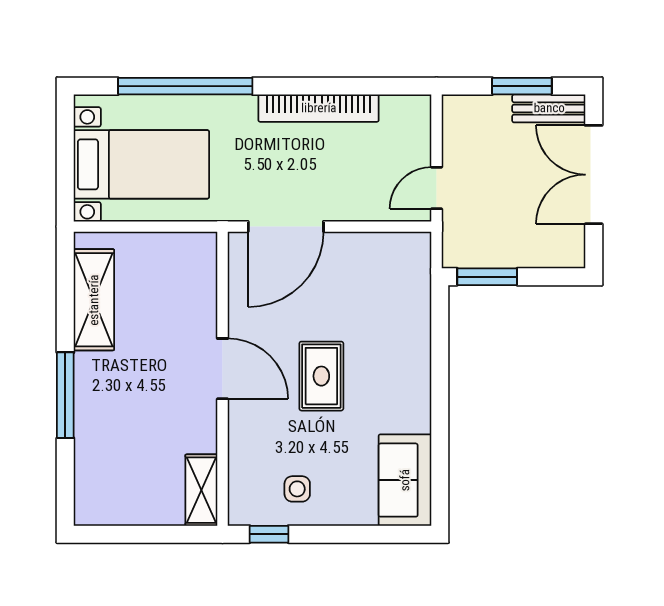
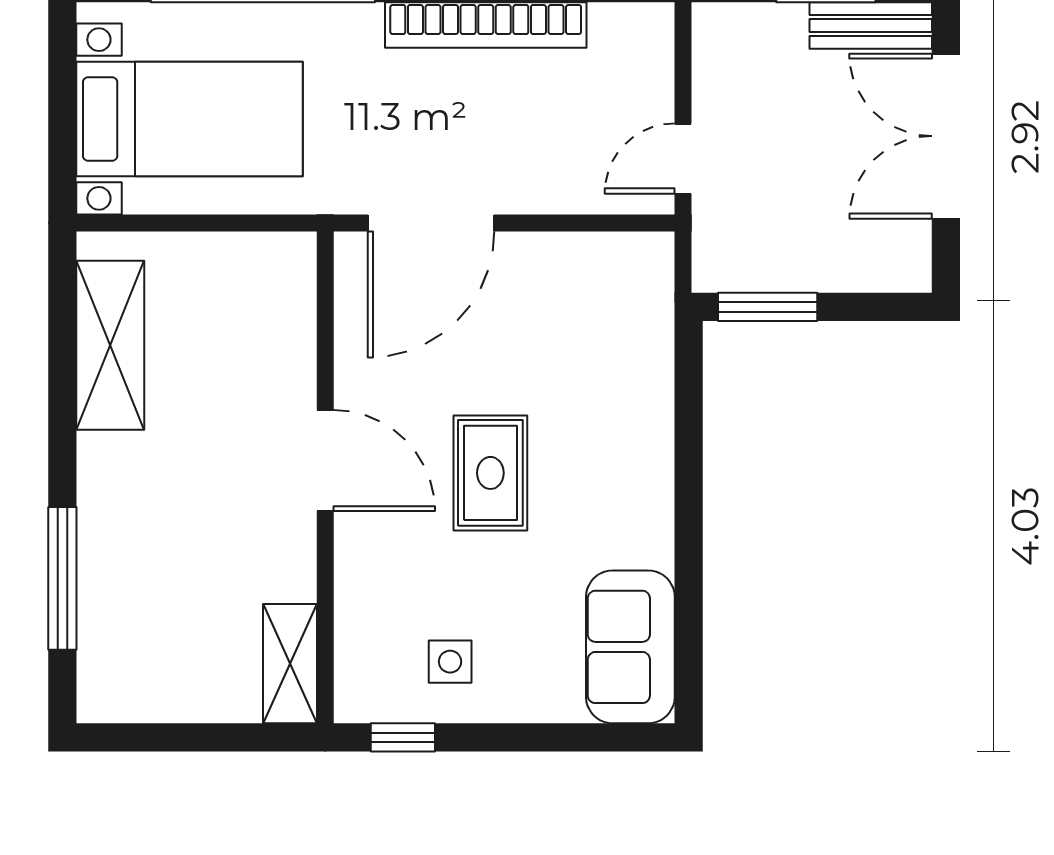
window: (65, 395) -> (62, 578), moved

